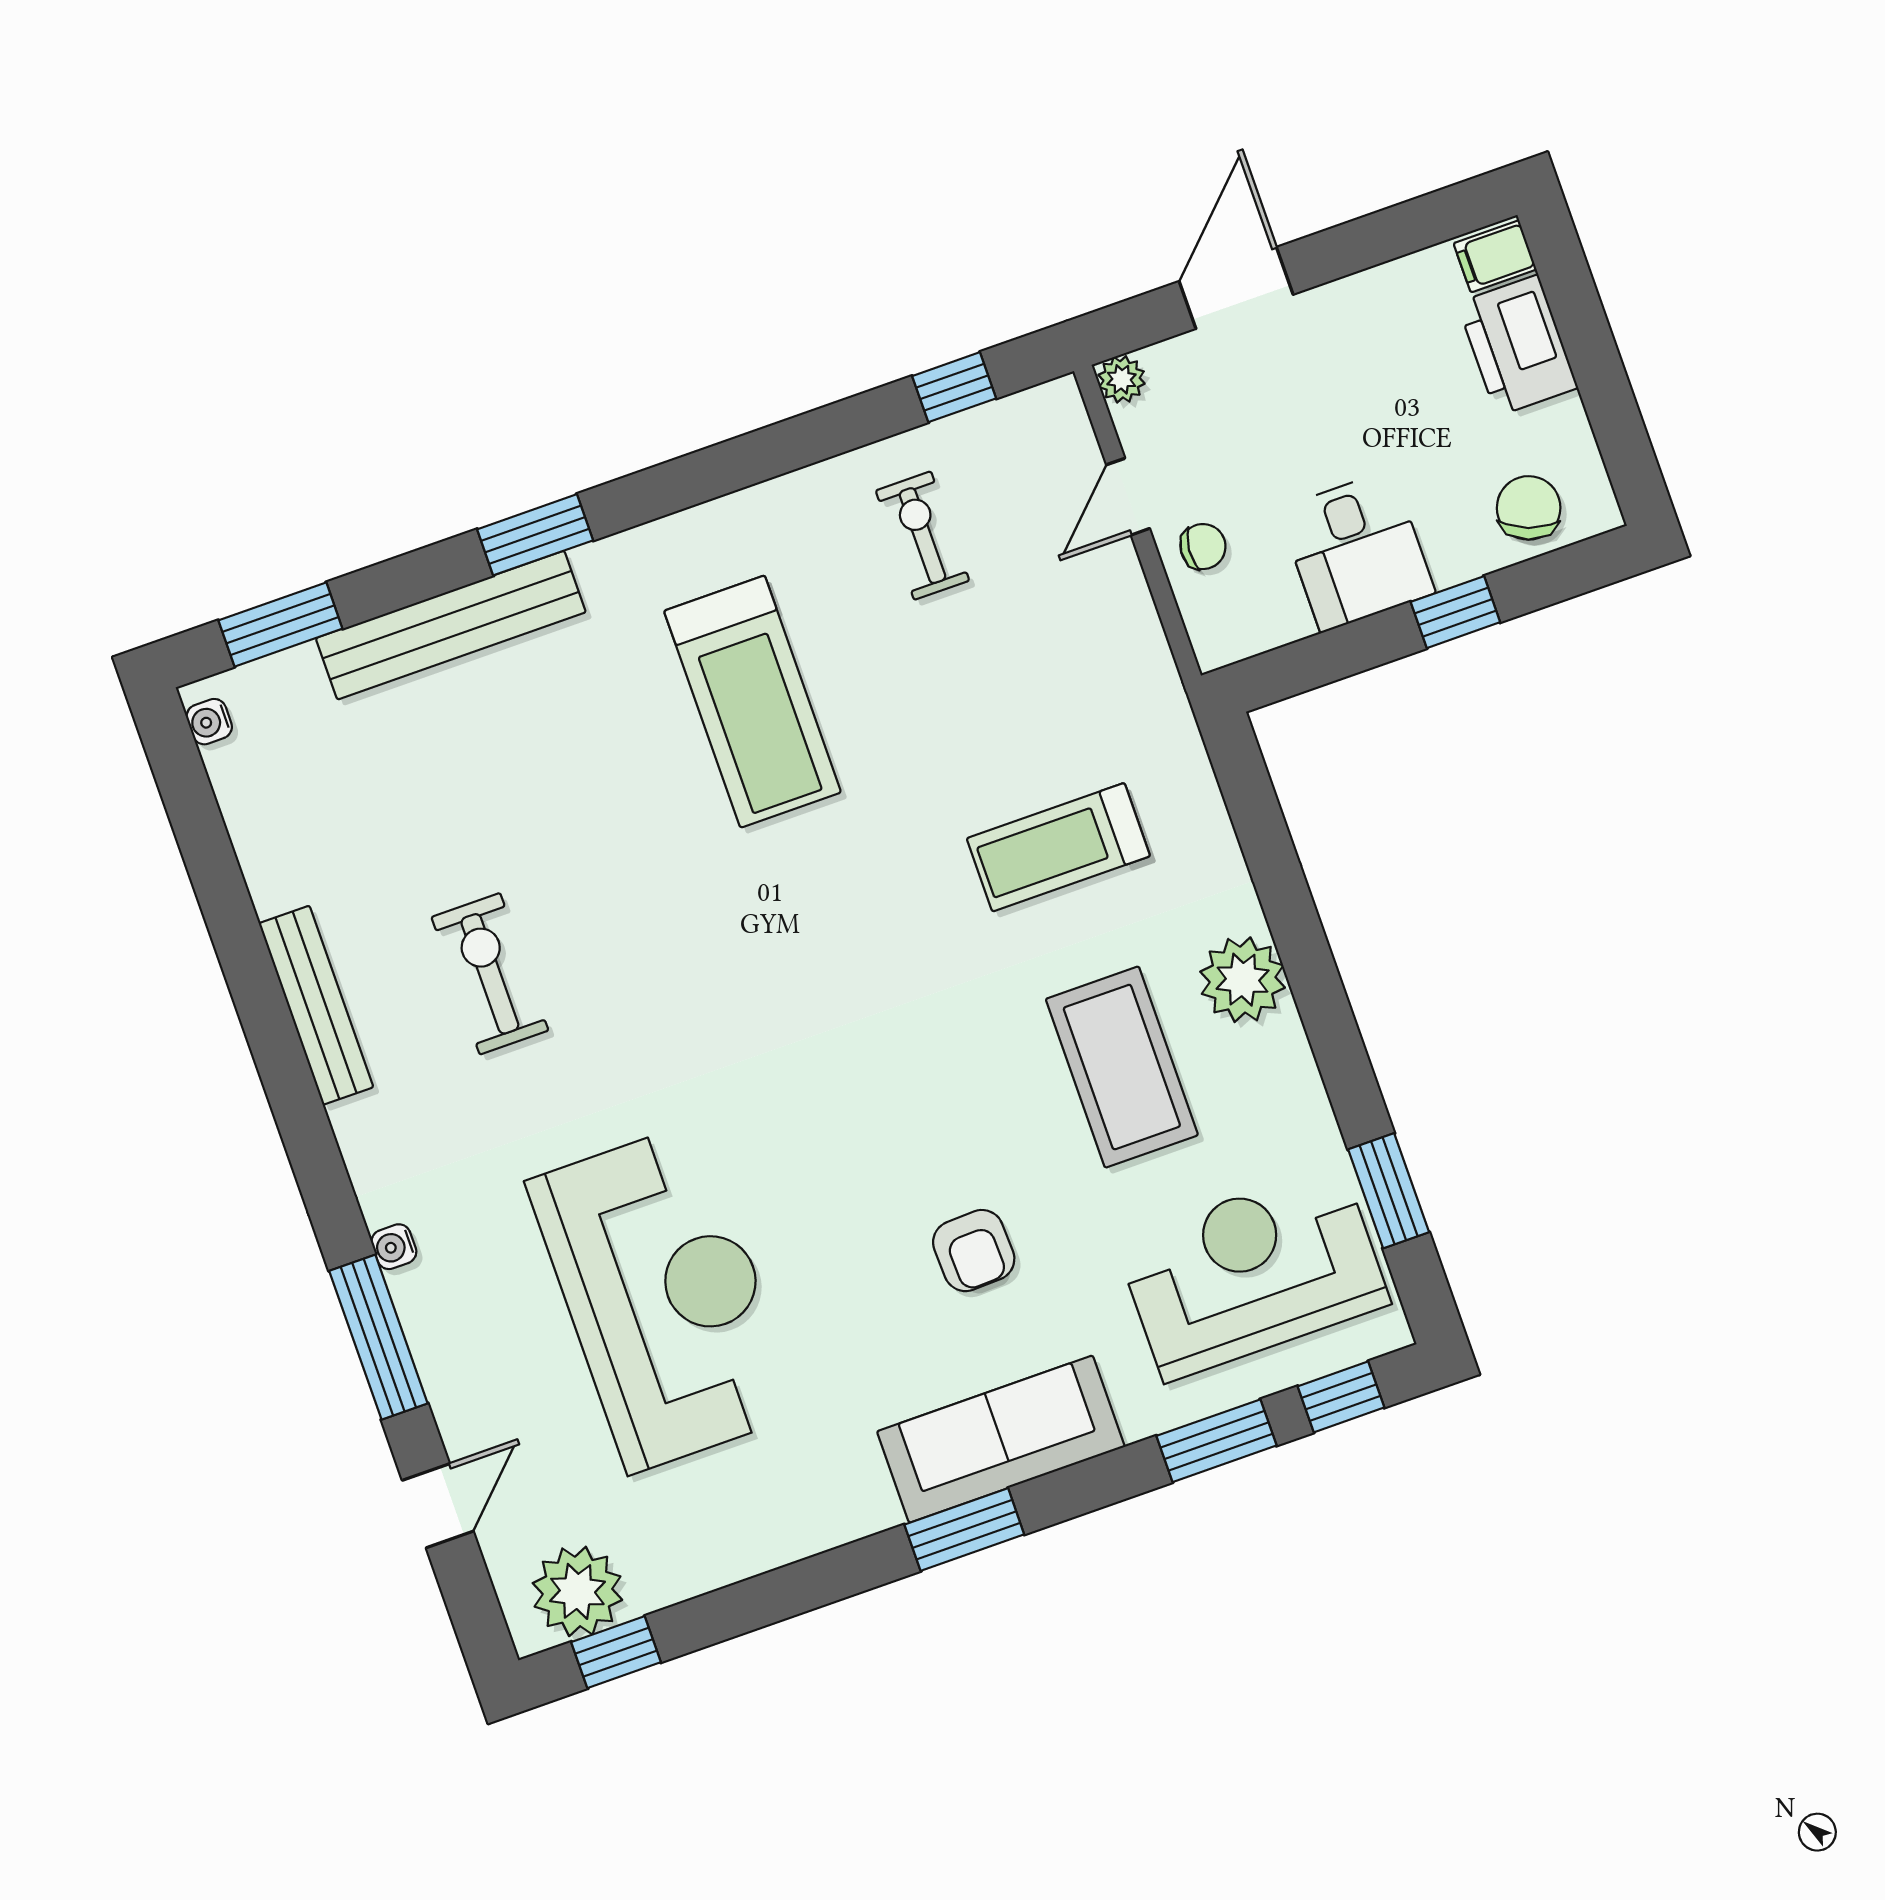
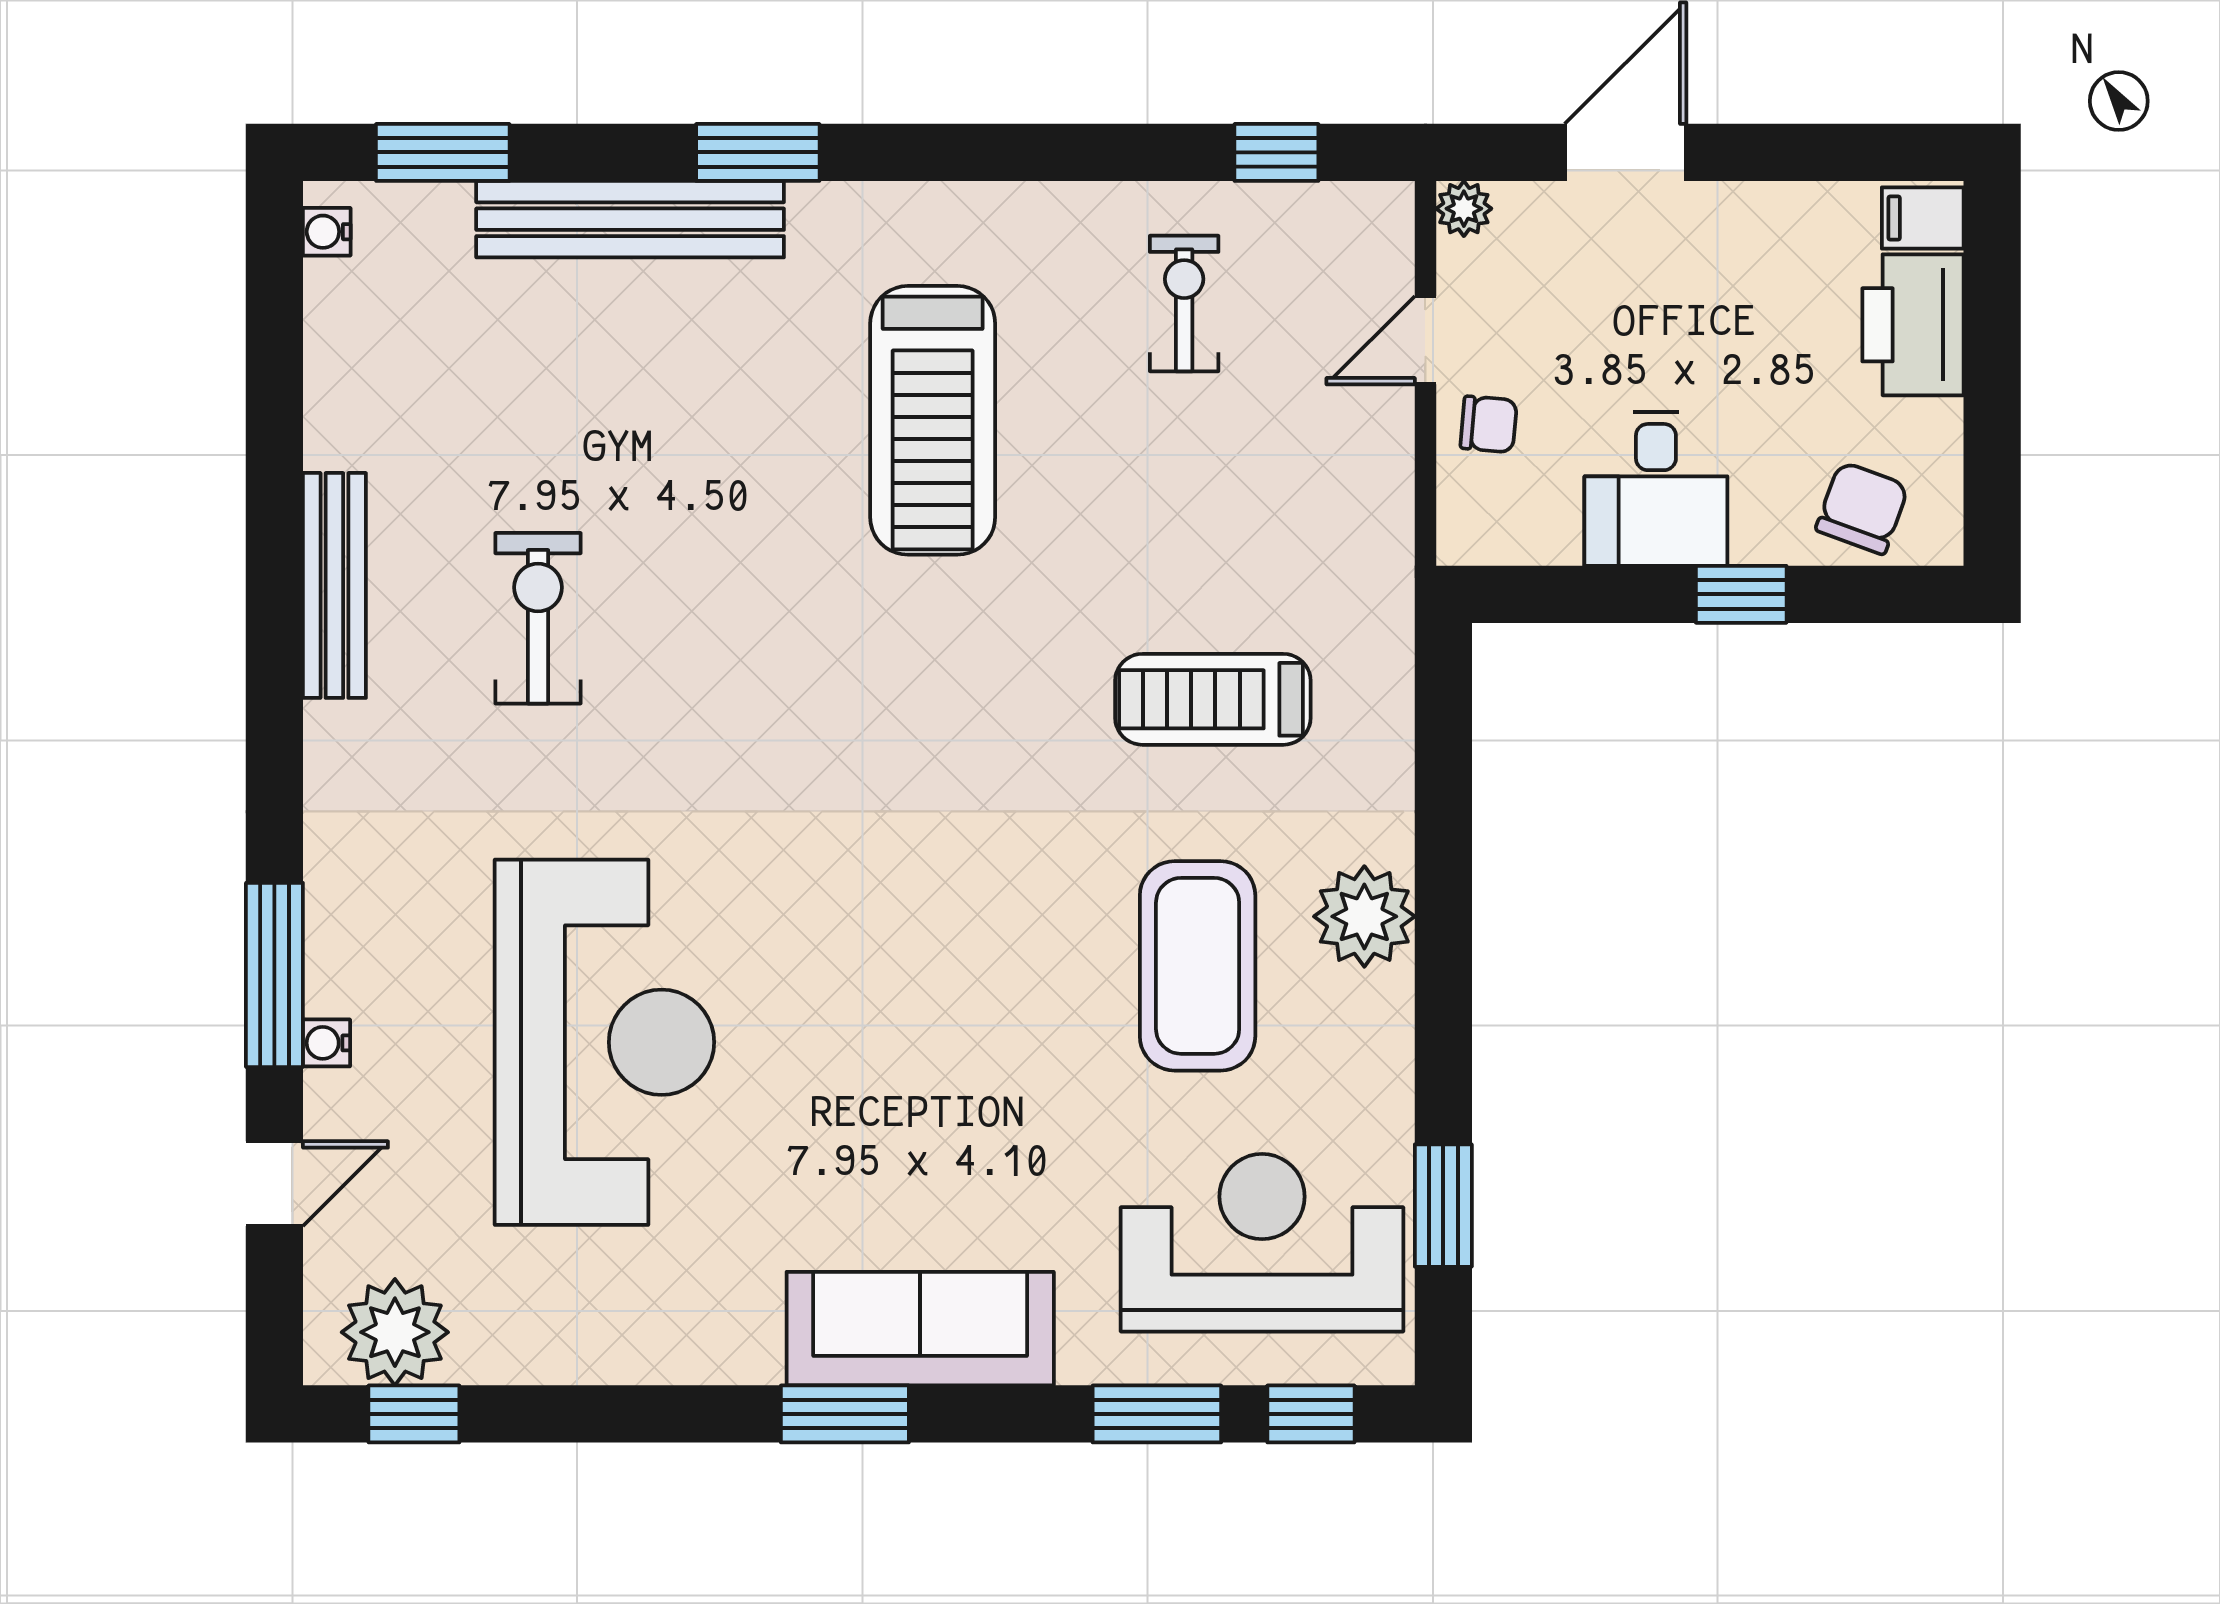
water cooler: (394, 1247) -> (326, 1043), moved
armchair: (974, 1251) -> (963, 1110), removed

